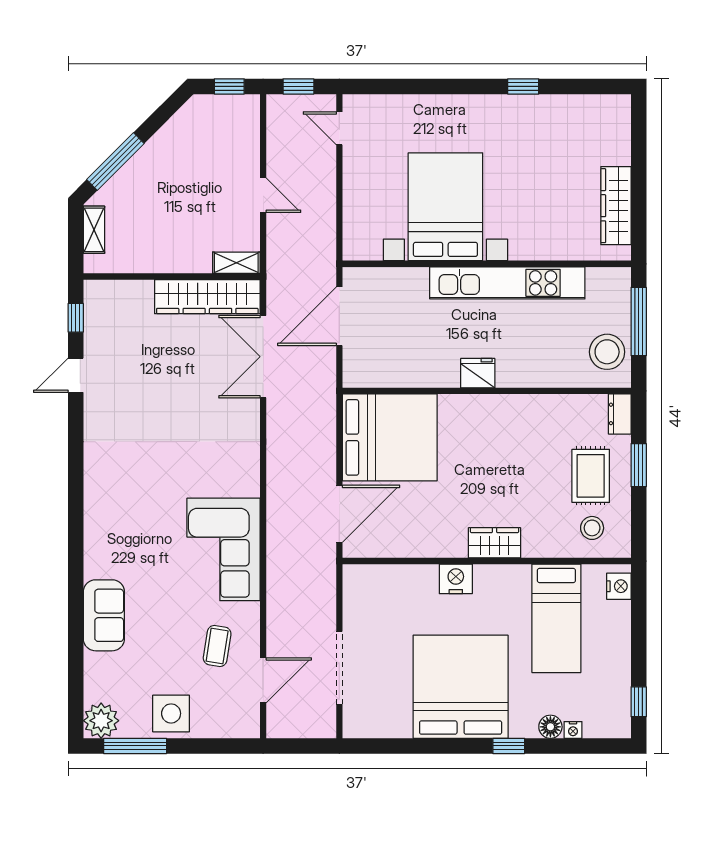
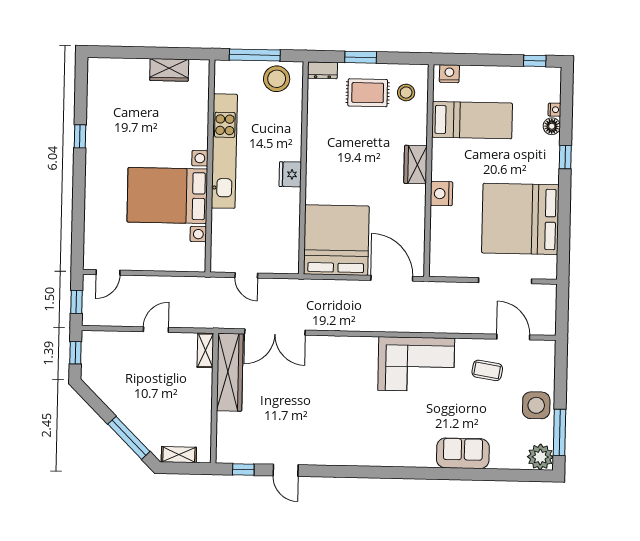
wardrobe: (616, 206) -> (169, 70), width x0.67
door: (339, 316) -> (246, 275), width x0.53
bed: (461, 687) -> (520, 219), moved

